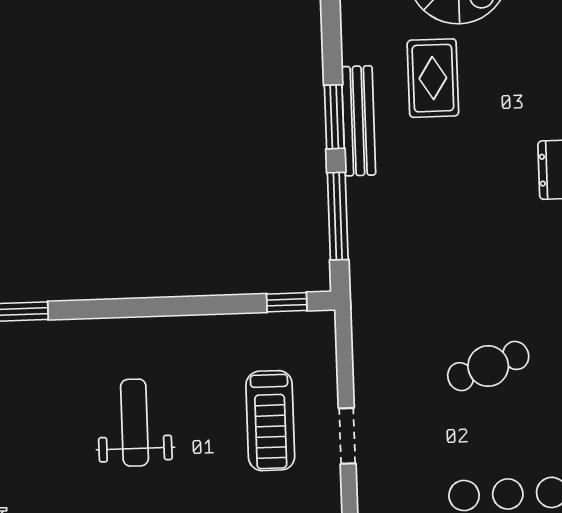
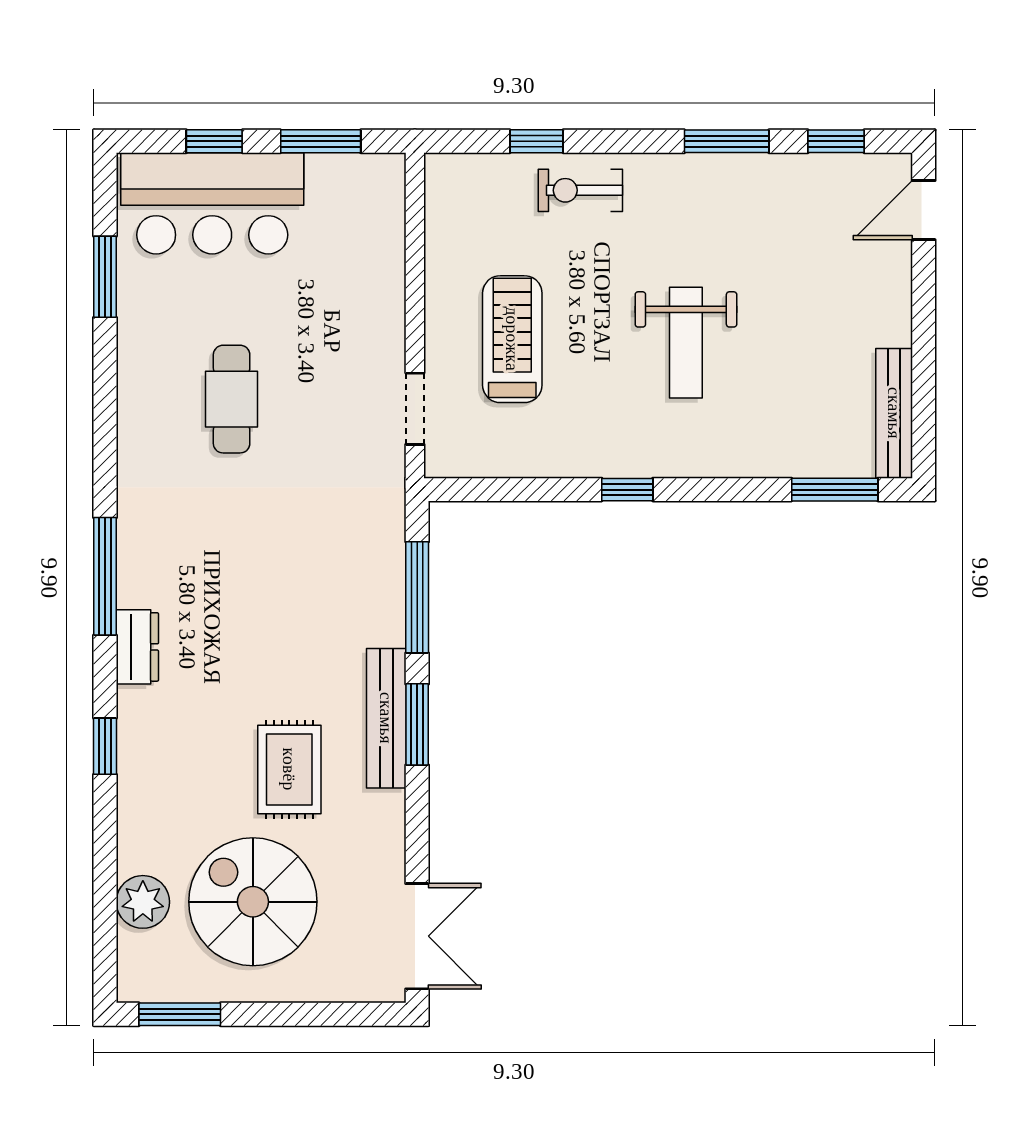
window: (287, 302) -> (627, 490), moved
cafe table: (488, 366) -> (232, 399), turned -71
doorway: (347, 436) -> (415, 409), moved

